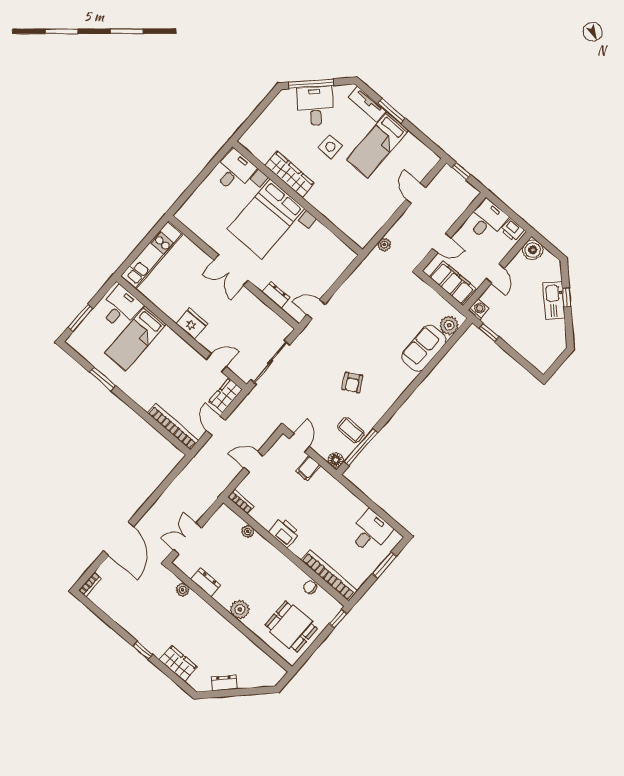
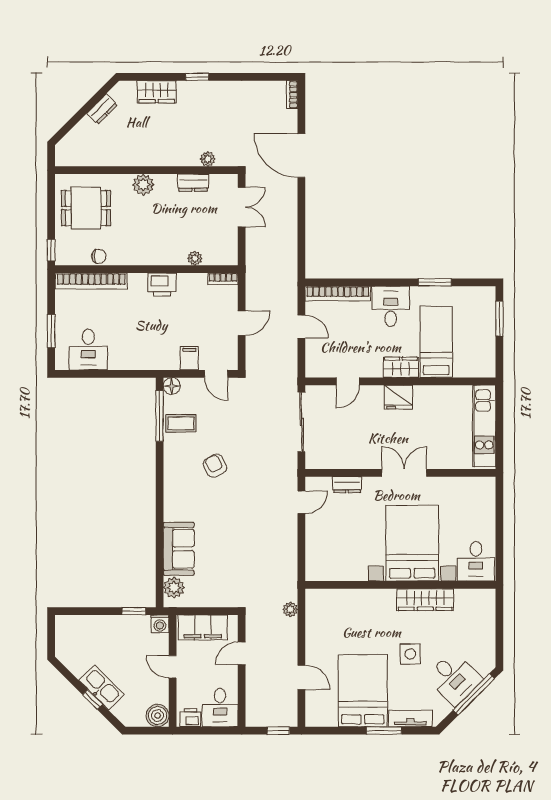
bed: (377, 145) -> (363, 691), width x1.50
desk: (120, 308) -> (391, 306), moved, turned 180
wardrobe: (226, 395) -> (401, 367), moved, turned -90

